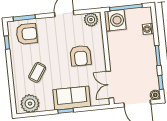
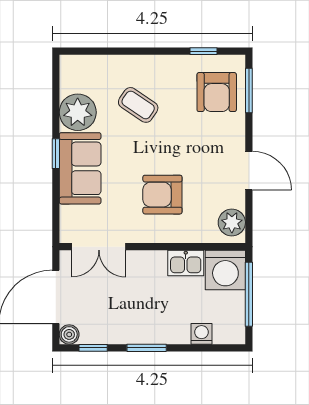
kitchen sink: (114, 40) -> (186, 263), added
double door: (110, 85) -> (99, 247), swing flipped
plant: (30, 104) -> (78, 112), moved

